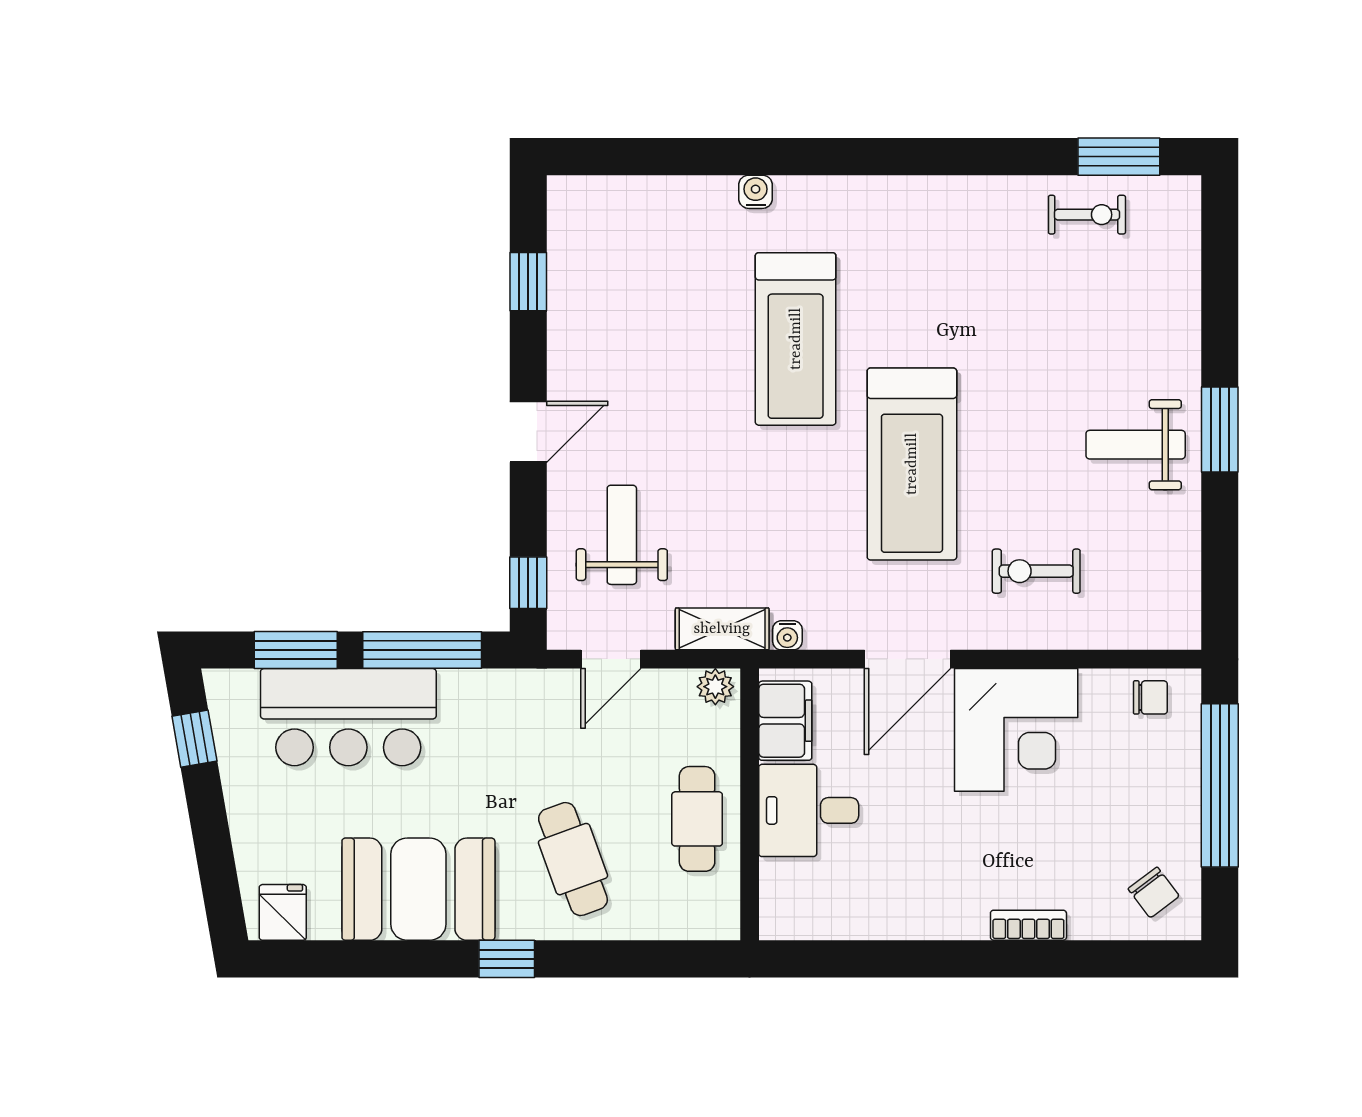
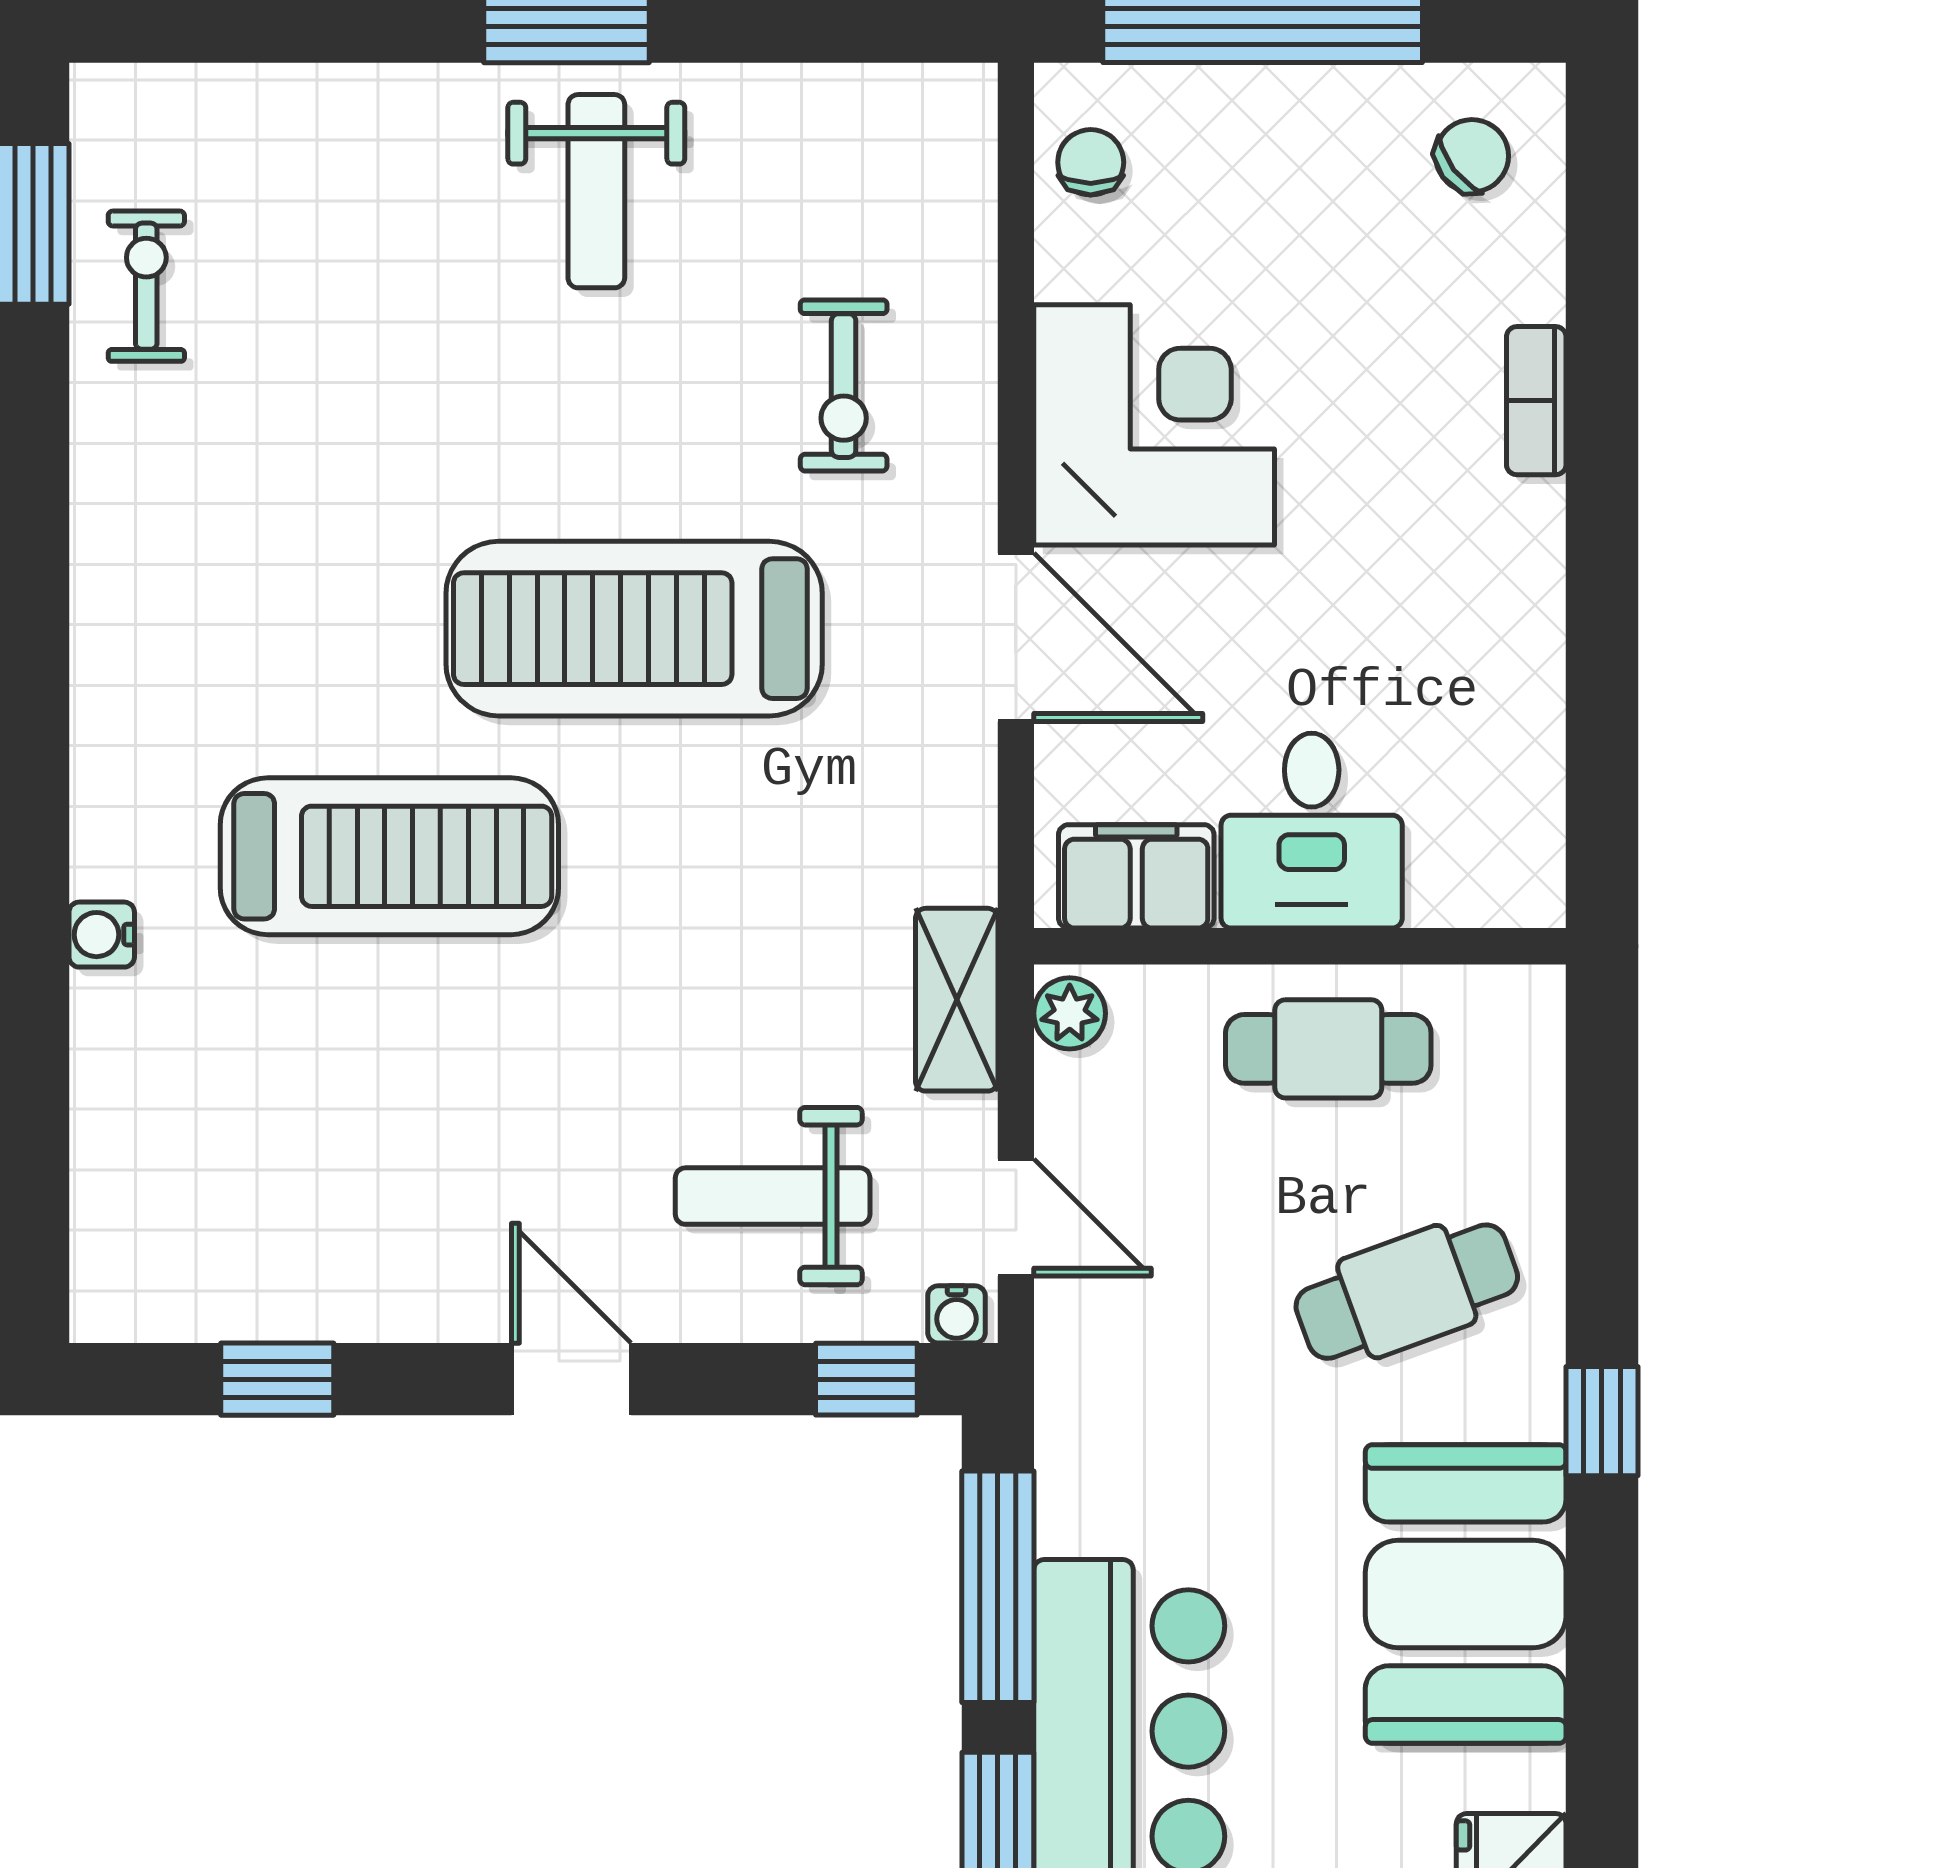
treadmill: (912, 464) -> (634, 629), turned 180
water cooler: (787, 635) -> (956, 1314), moved, turned 90

